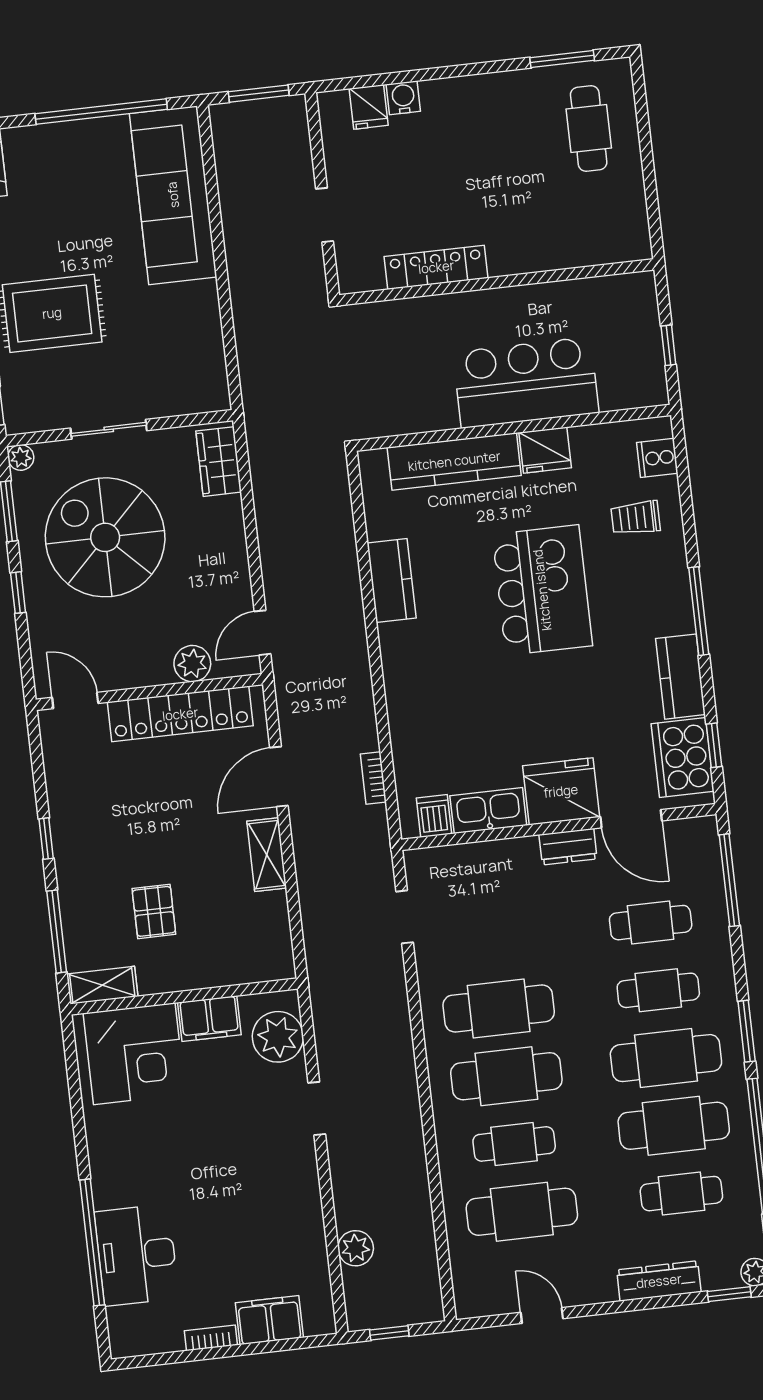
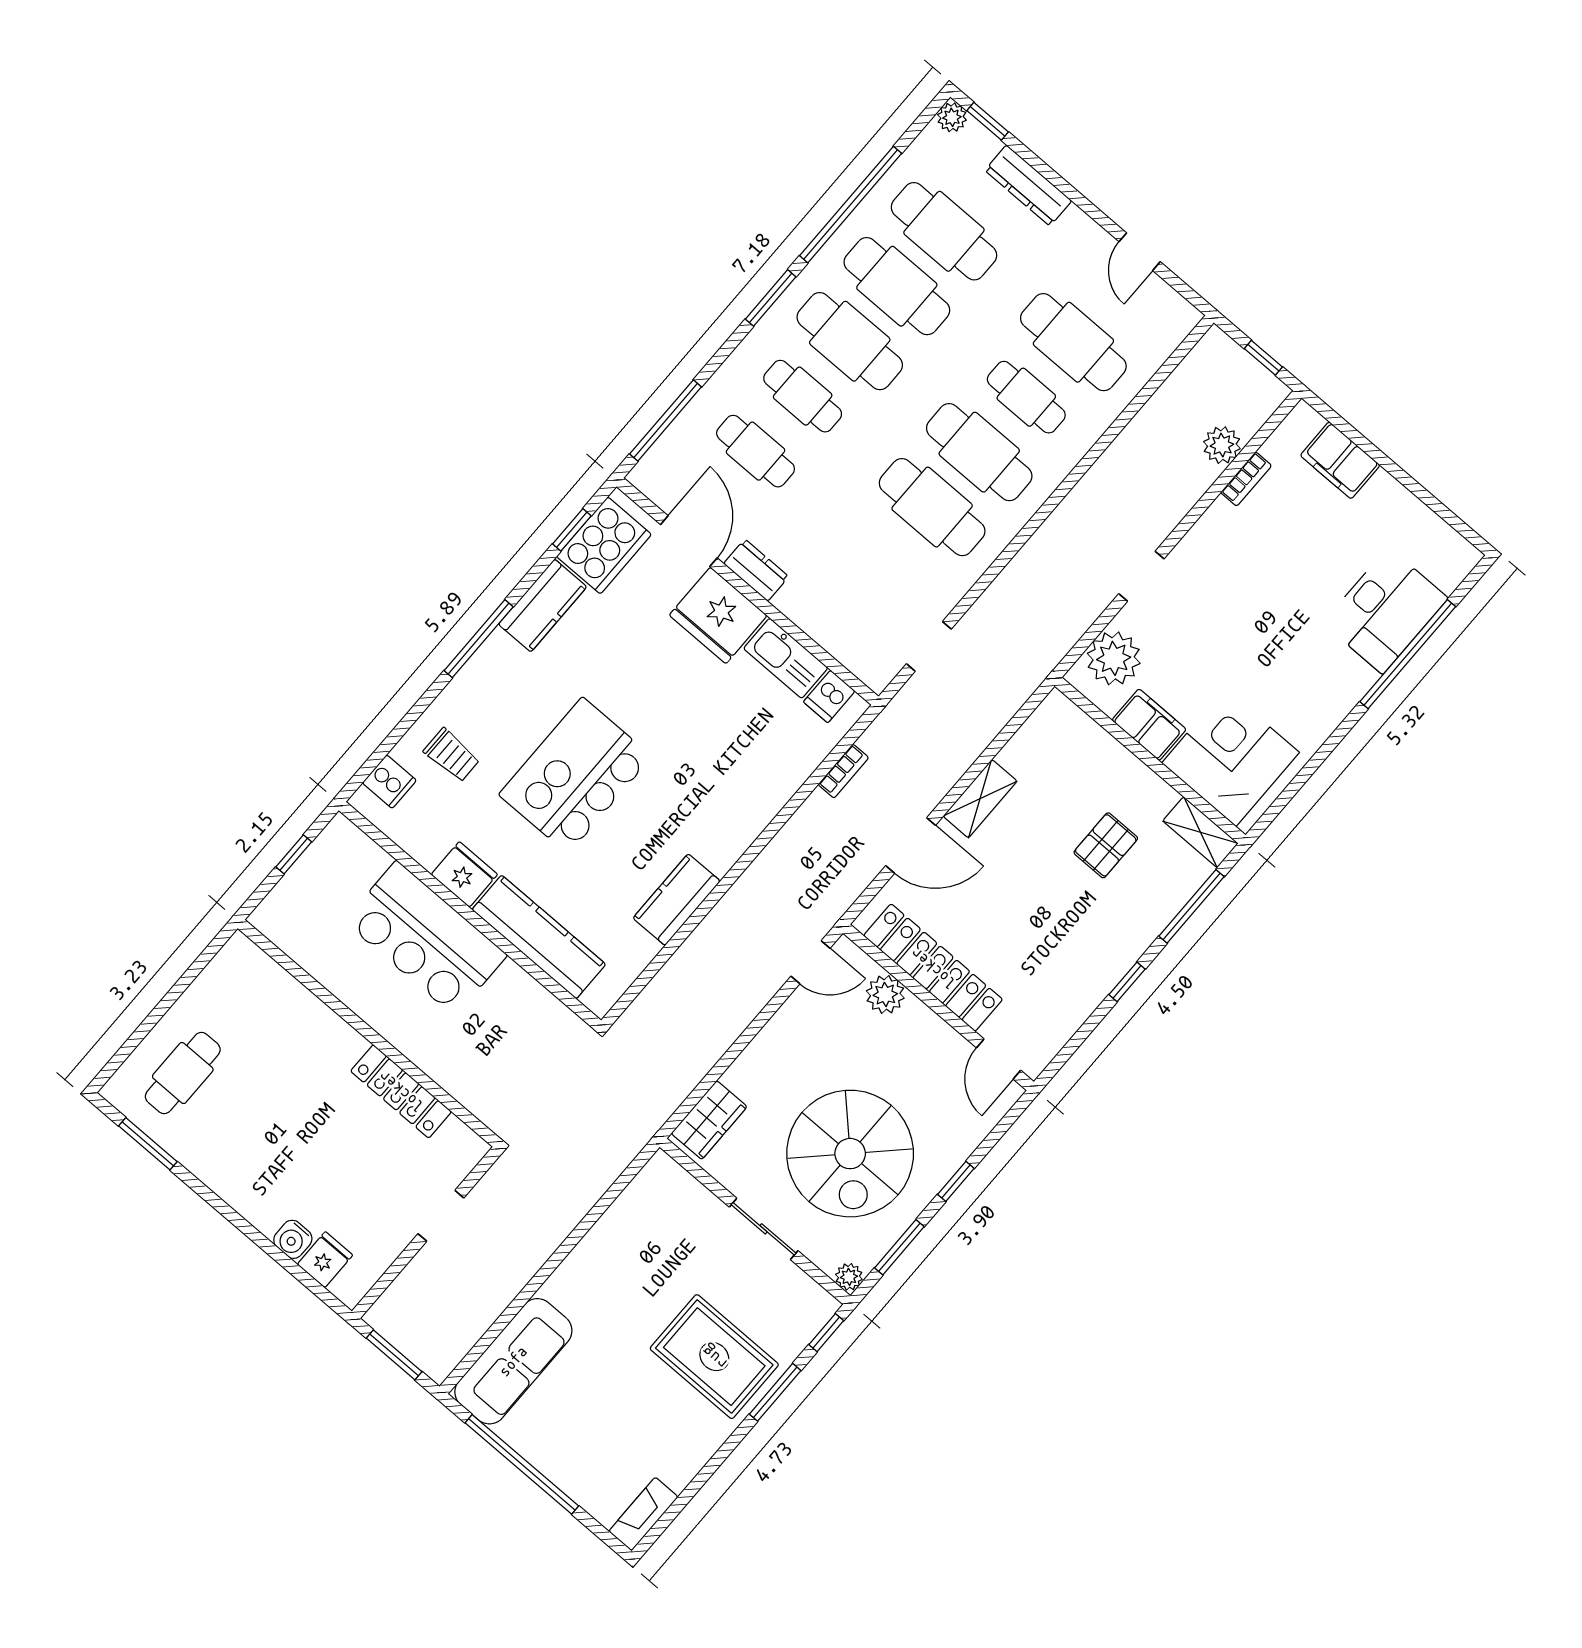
sofa: (173, 195) -> (513, 1361), width x0.74, depth x0.79
cafe table: (681, 1194) -> (944, 231), width x1.37, depth x1.35
bookcase: (211, 1338) -> (1246, 479), moved, turned -90

